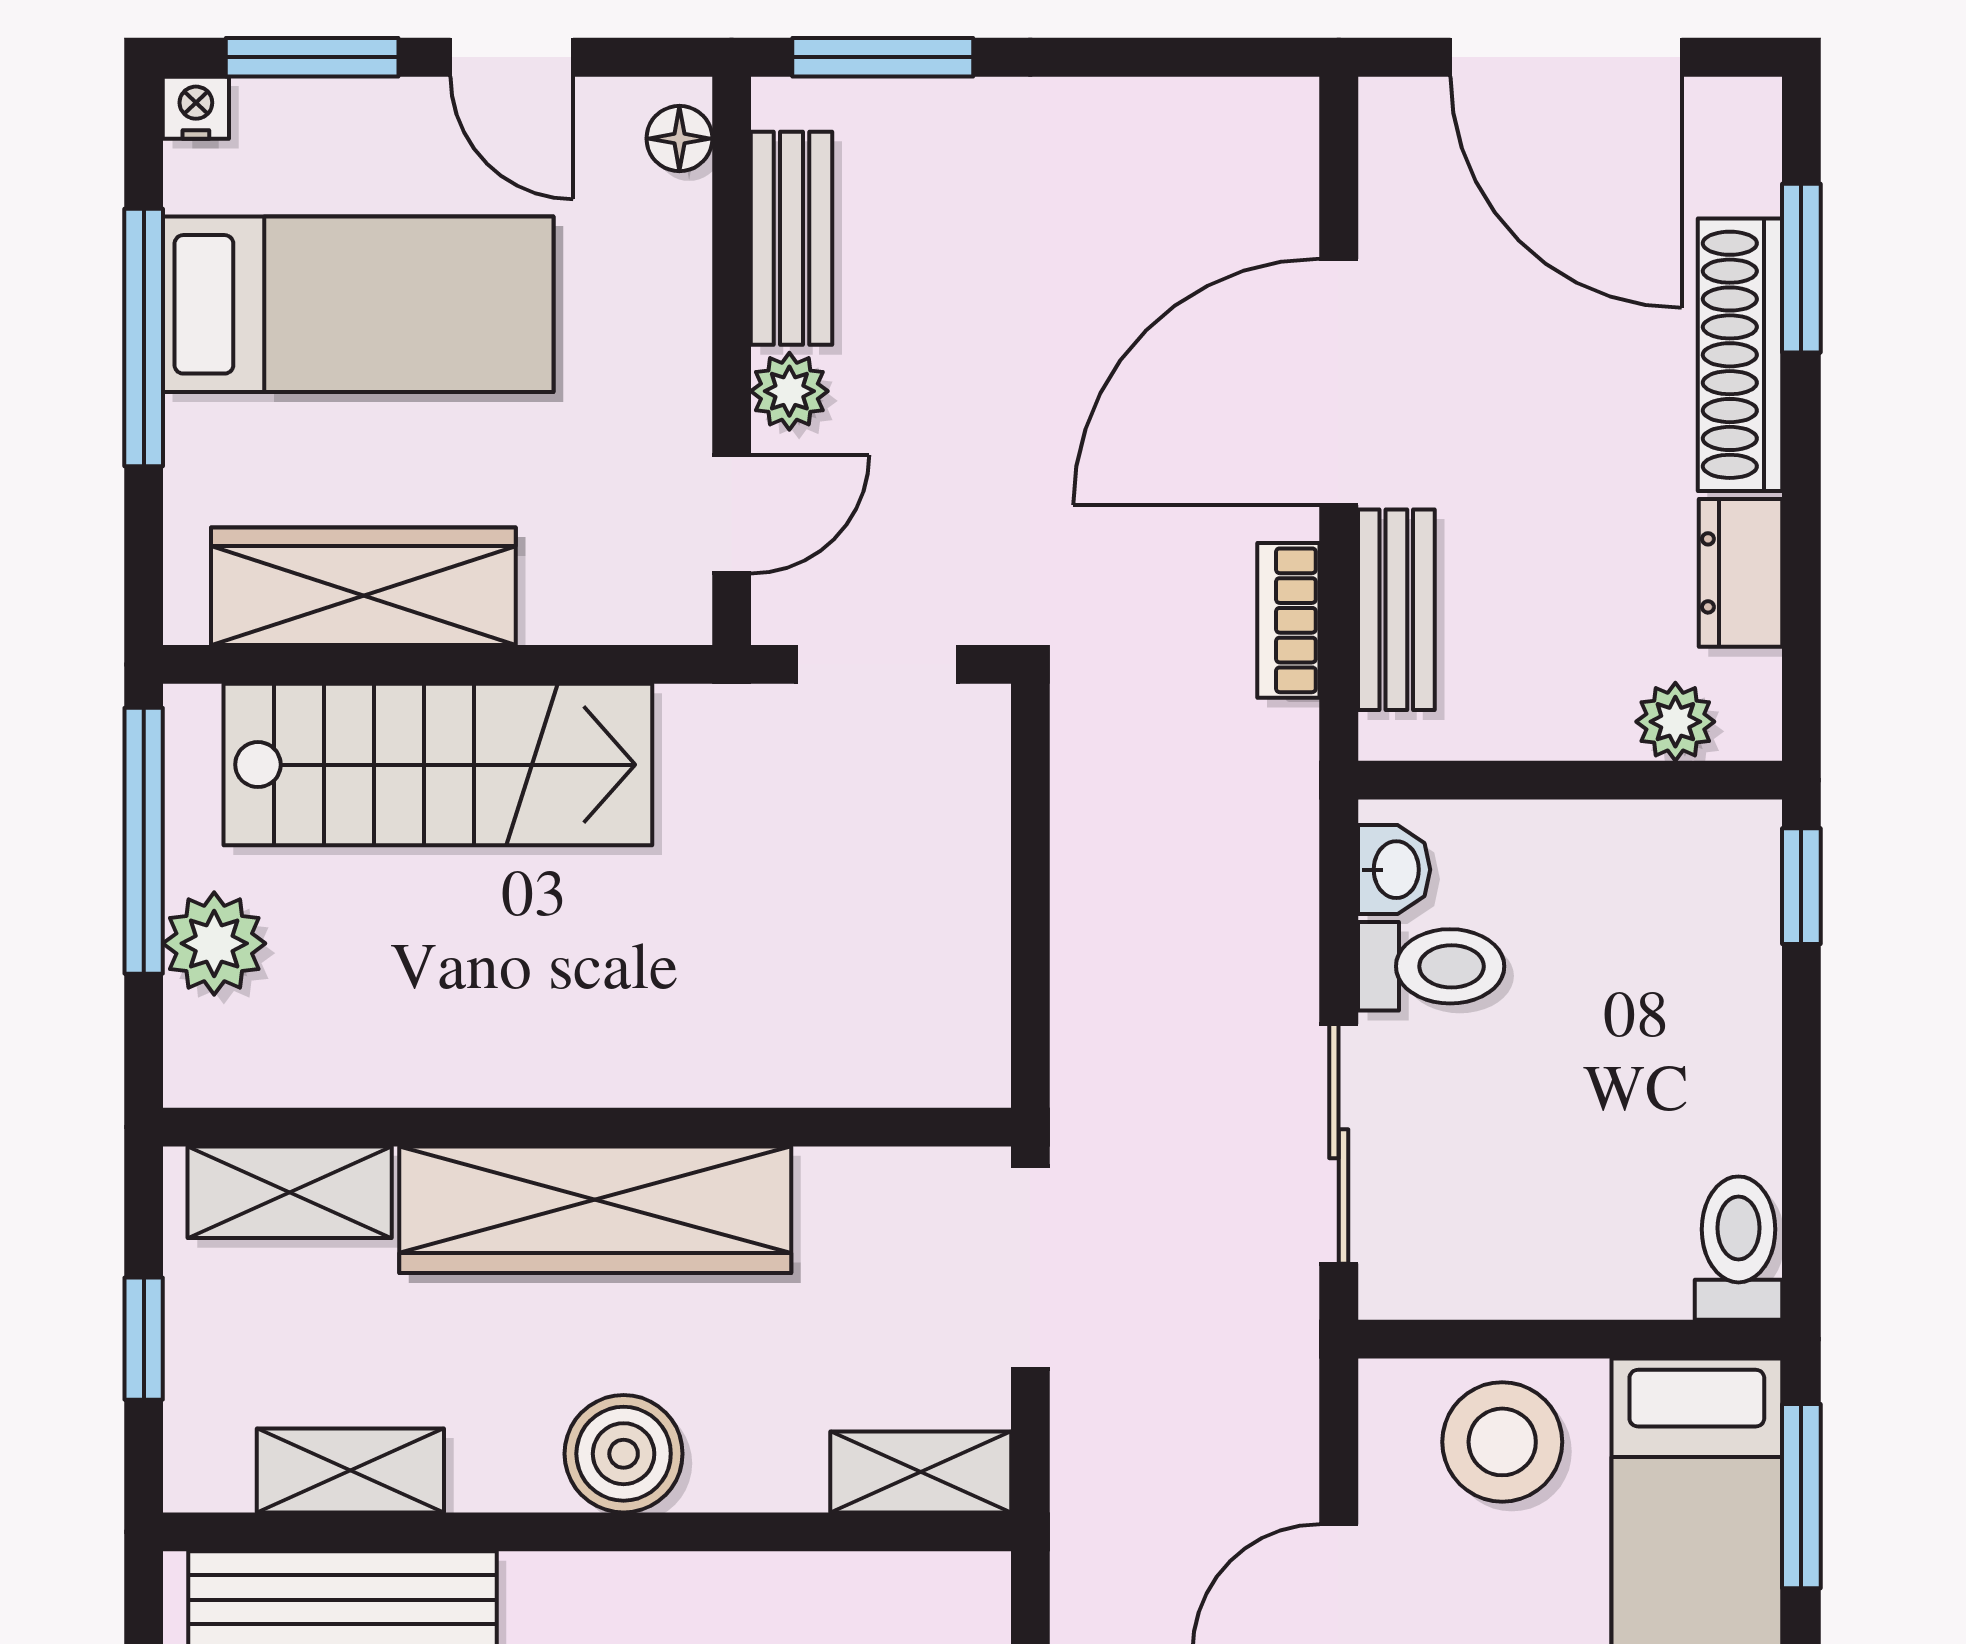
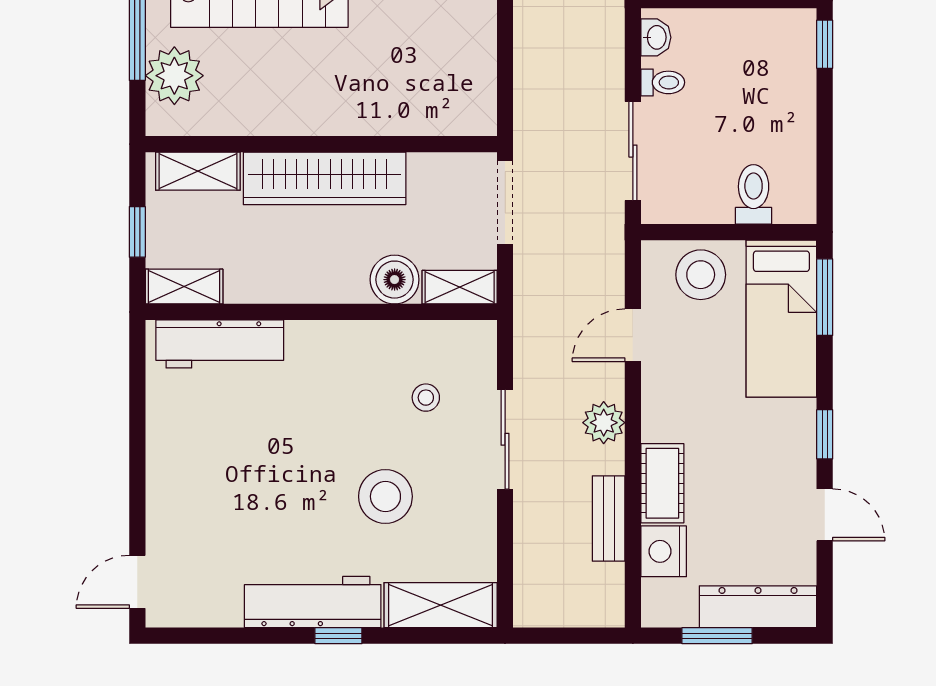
plant: (214, 943) -> (174, 76), width x1.36, depth x1.36
toilet: (1431, 966) -> (663, 82), width x0.73, depth x0.72
toilet: (1738, 1248) -> (754, 194), moved
boiler: (624, 1454) -> (395, 280), moved
shelving: (350, 1471) -> (184, 287), moved

